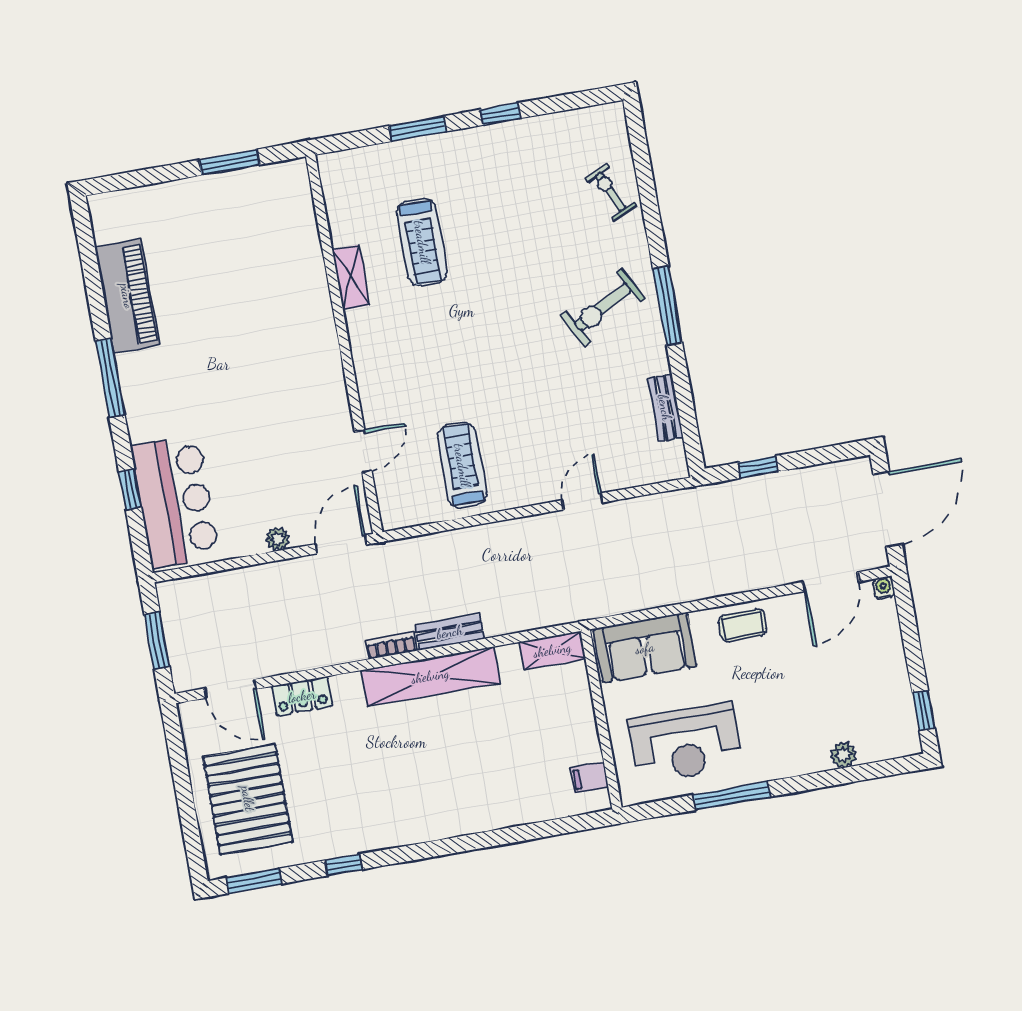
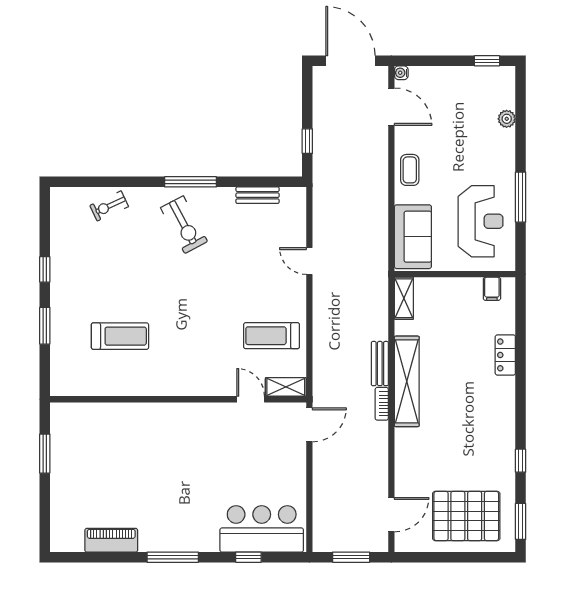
shelving: (351, 277) -> (286, 387), moved
piano: (127, 296) -> (111, 540), width x0.73, depth x0.75
plant: (278, 539) -> (298, 466), removed
door: (341, 544) -> (309, 425), swing flipped
locker: (302, 696) -> (505, 355), moved, turned 180

